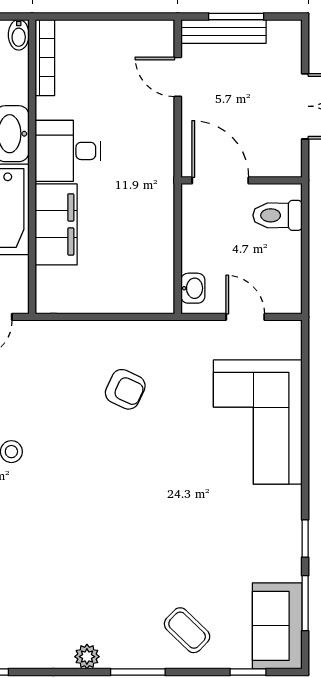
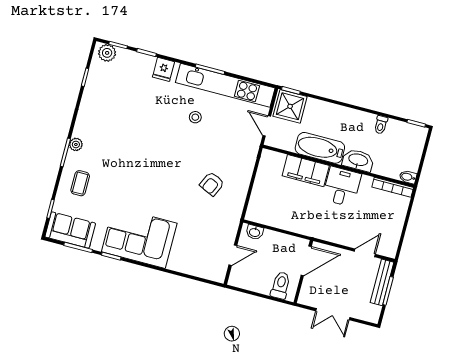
corner sofa: (258, 422) -> (139, 237), moved
coffee table: (187, 630) -> (80, 183), turned -44
plant: (87, 657) -> (76, 144), moved

